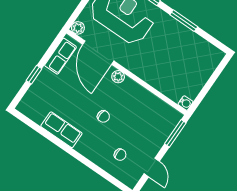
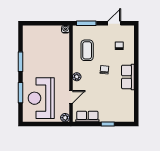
door: (98, 53) -> (71, 97), width x0.53
coffee table: (142, 112) -> (87, 50), added
row of seats: (61, 130) -> (128, 77), moved

